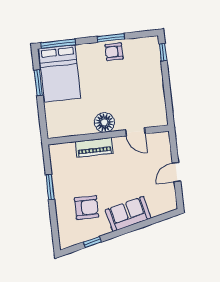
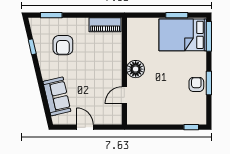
piano: (94, 147) -> (105, 25), moved, turned -90
window: (50, 187) -> (51, 15), moved
sofa: (128, 214) -> (57, 96), moved

